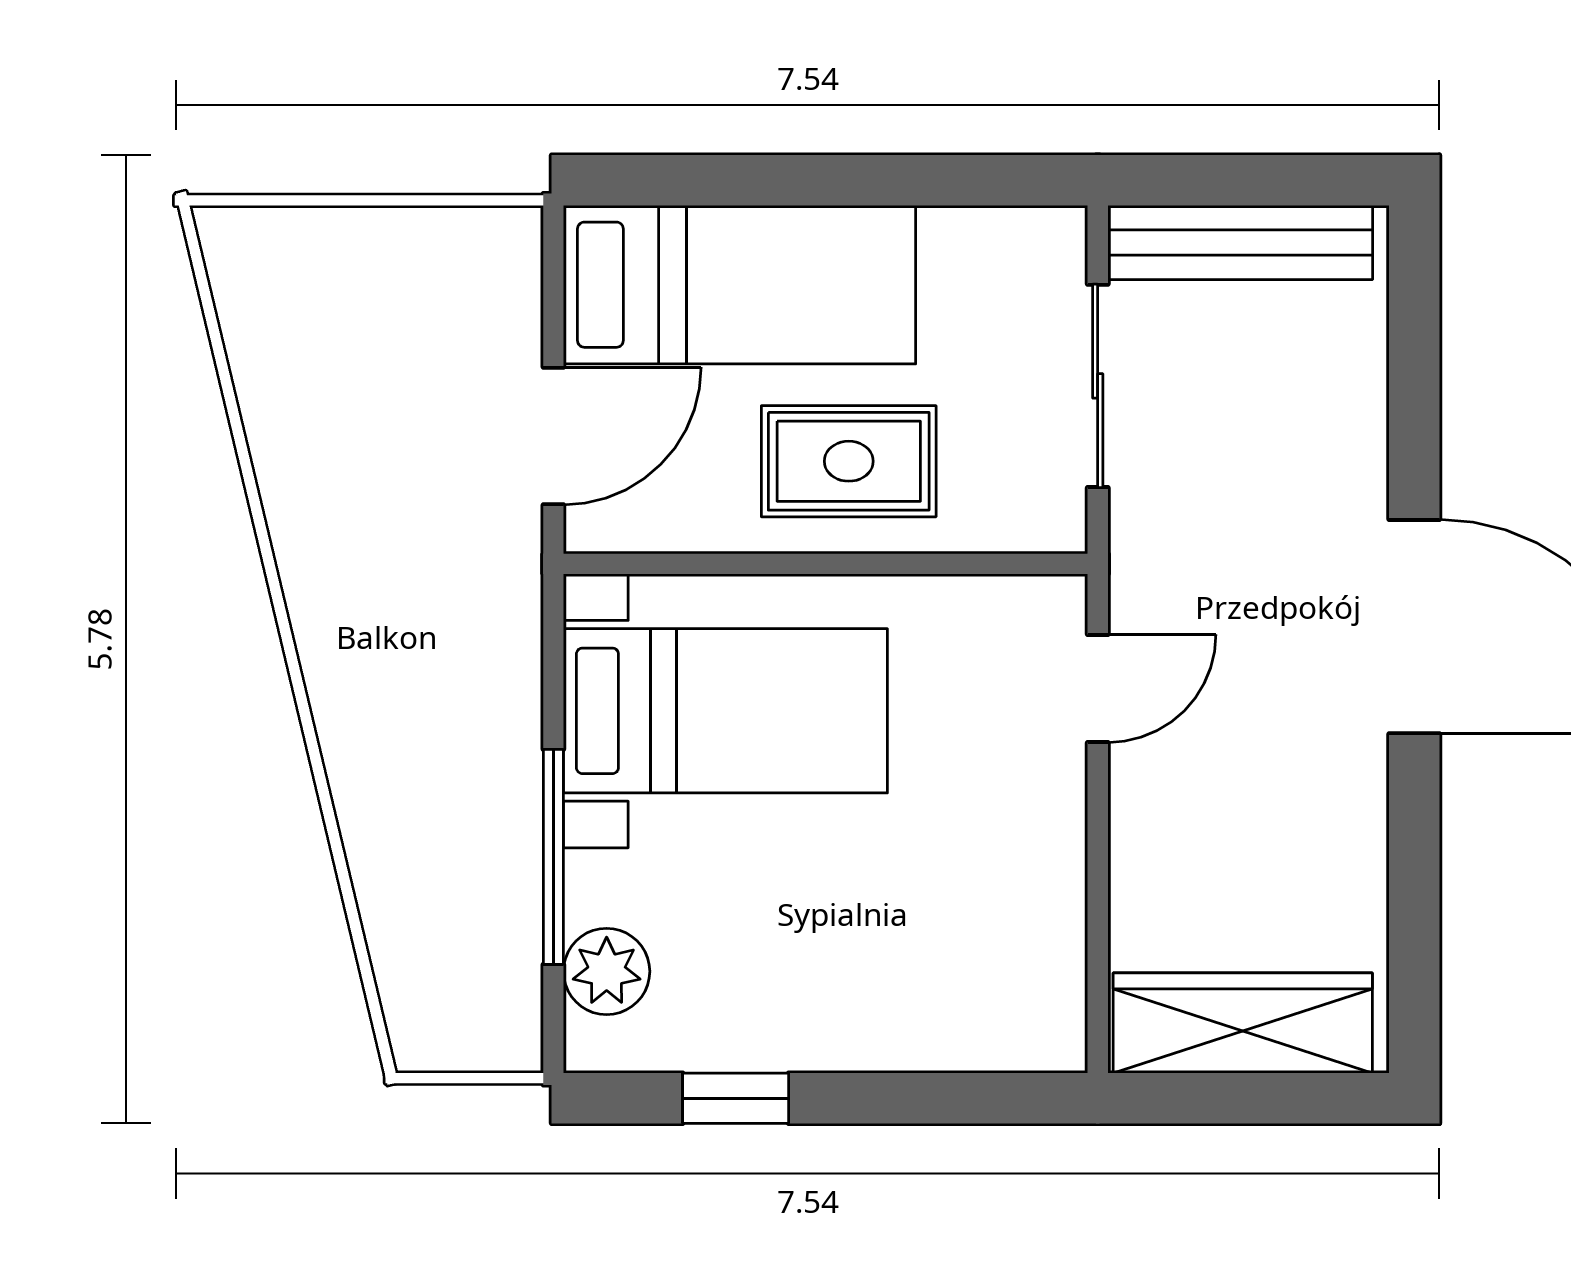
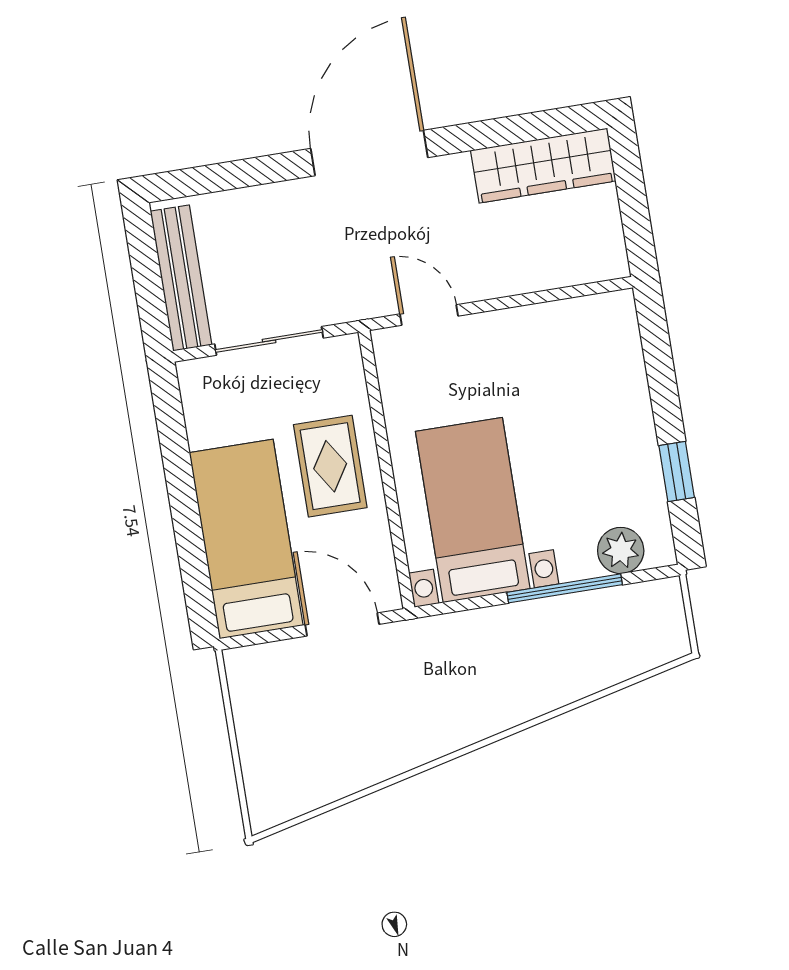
wardrobe: (1243, 1023) -> (543, 166), moved, turned -90

